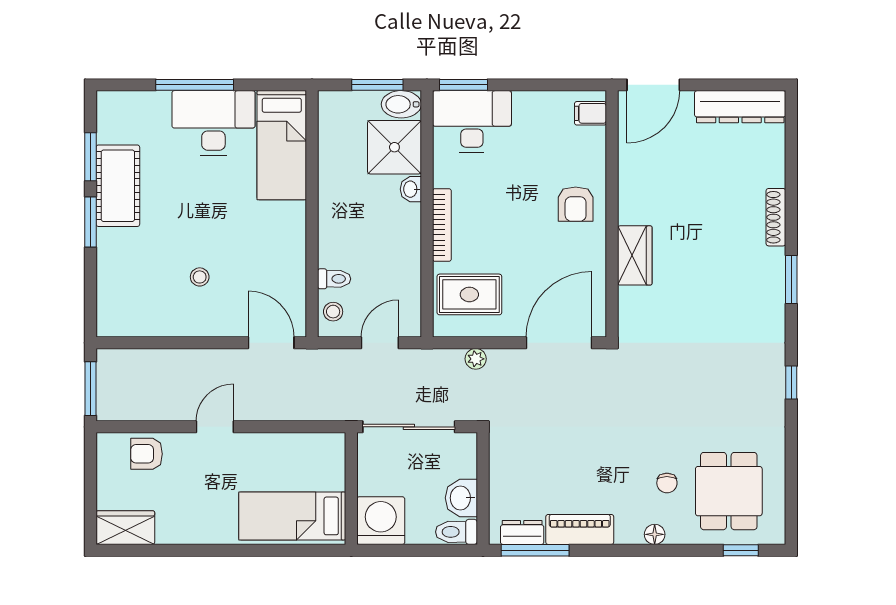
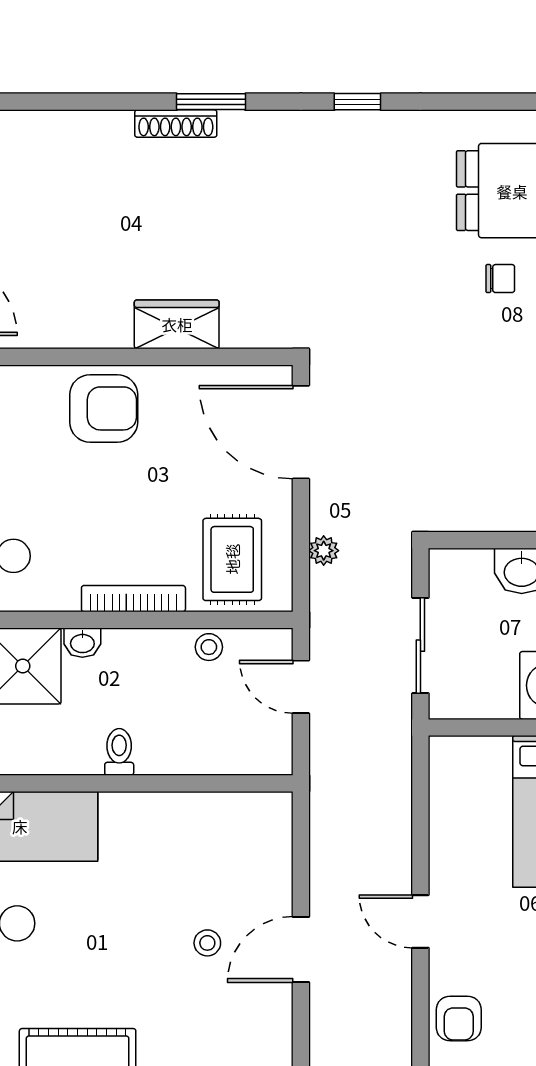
armchair: (576, 204) -> (104, 408), width x1.38, depth x1.38
shoe rack: (776, 217) -> (176, 124), moved
toilet: (334, 279) -> (119, 752), moved
stool: (333, 312) -> (209, 647), moved
door: (271, 343) -> (301, 949), moved
sliding door: (409, 427) -> (420, 646), width x0.73

